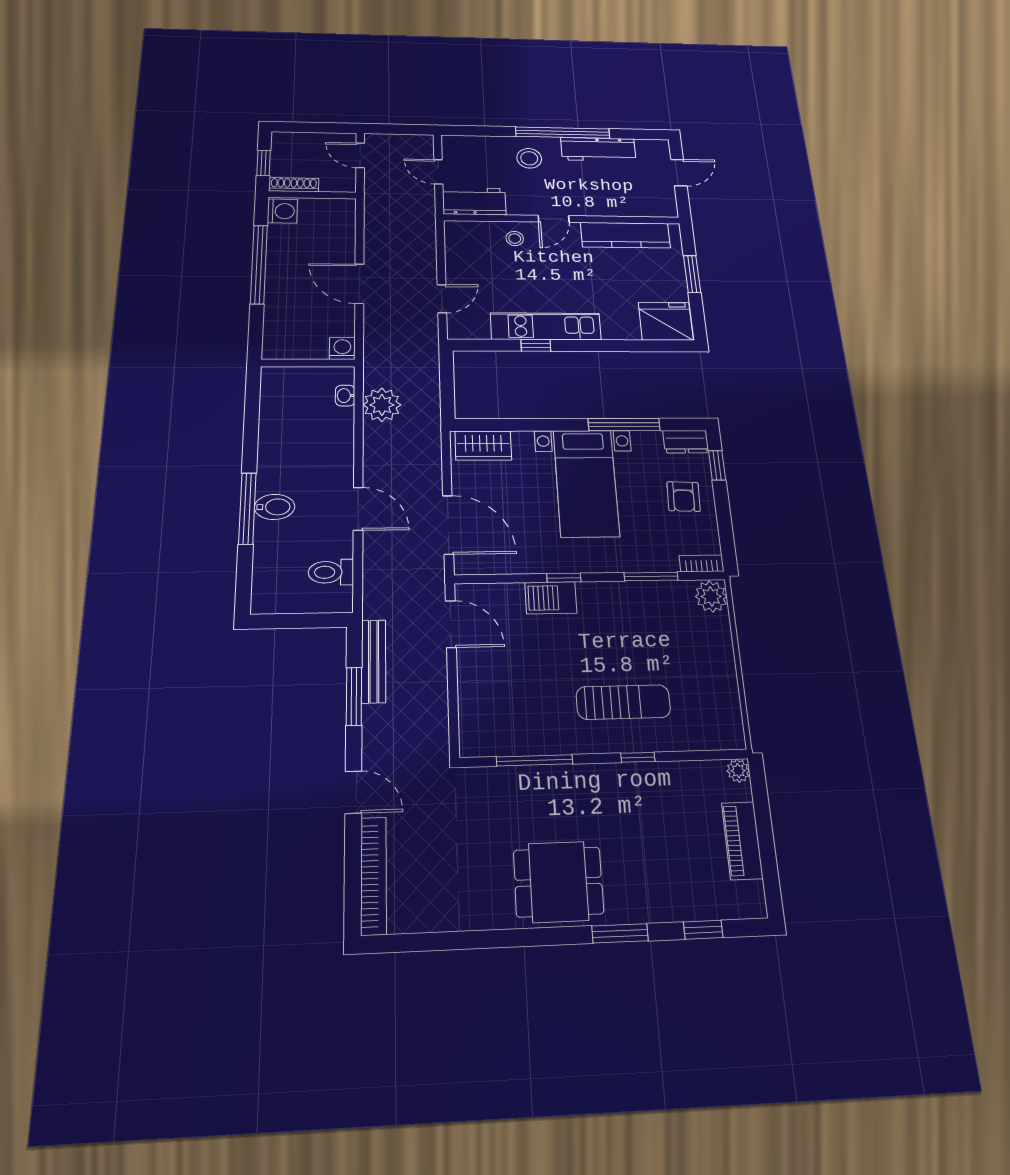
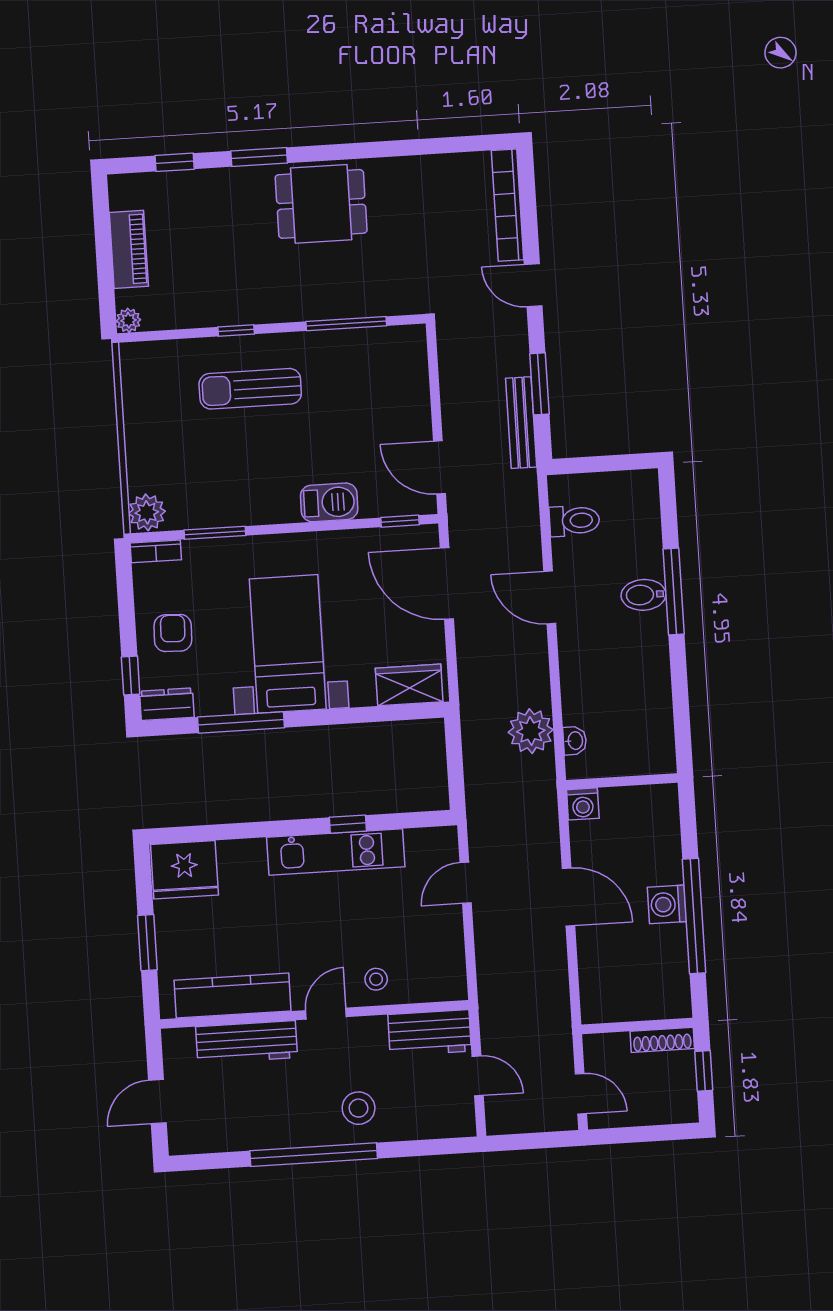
workbench: (598, 149) -> (247, 1042), moved, turned 180
washing machine: (282, 211) -> (667, 904), moved
window: (564, 578) -> (400, 521), moved

